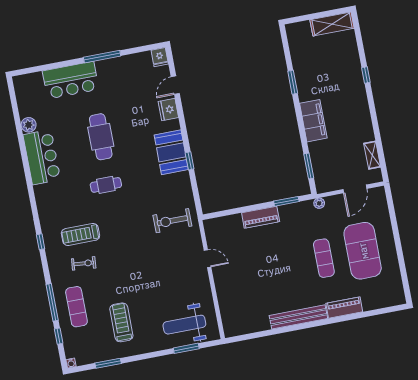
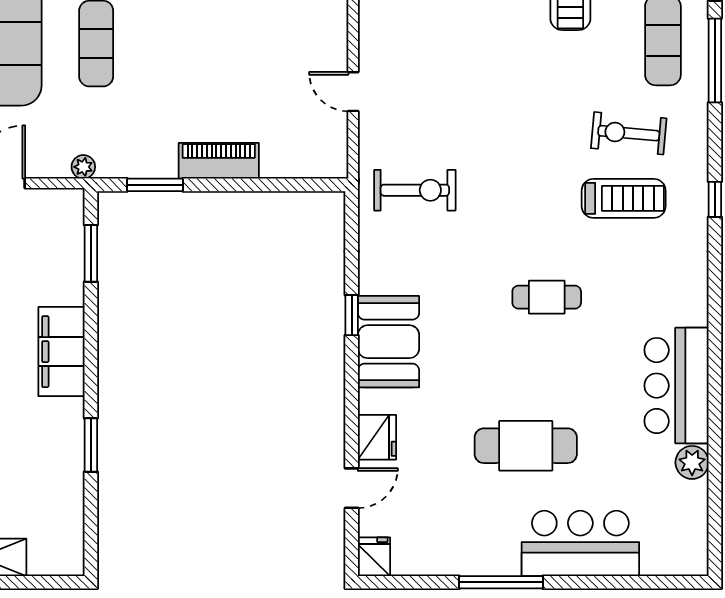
cafe table: (101, 137) -> (526, 446), moved, turned 90
exercise bike: (84, 263) -> (629, 133), width x1.38, depth x1.39

